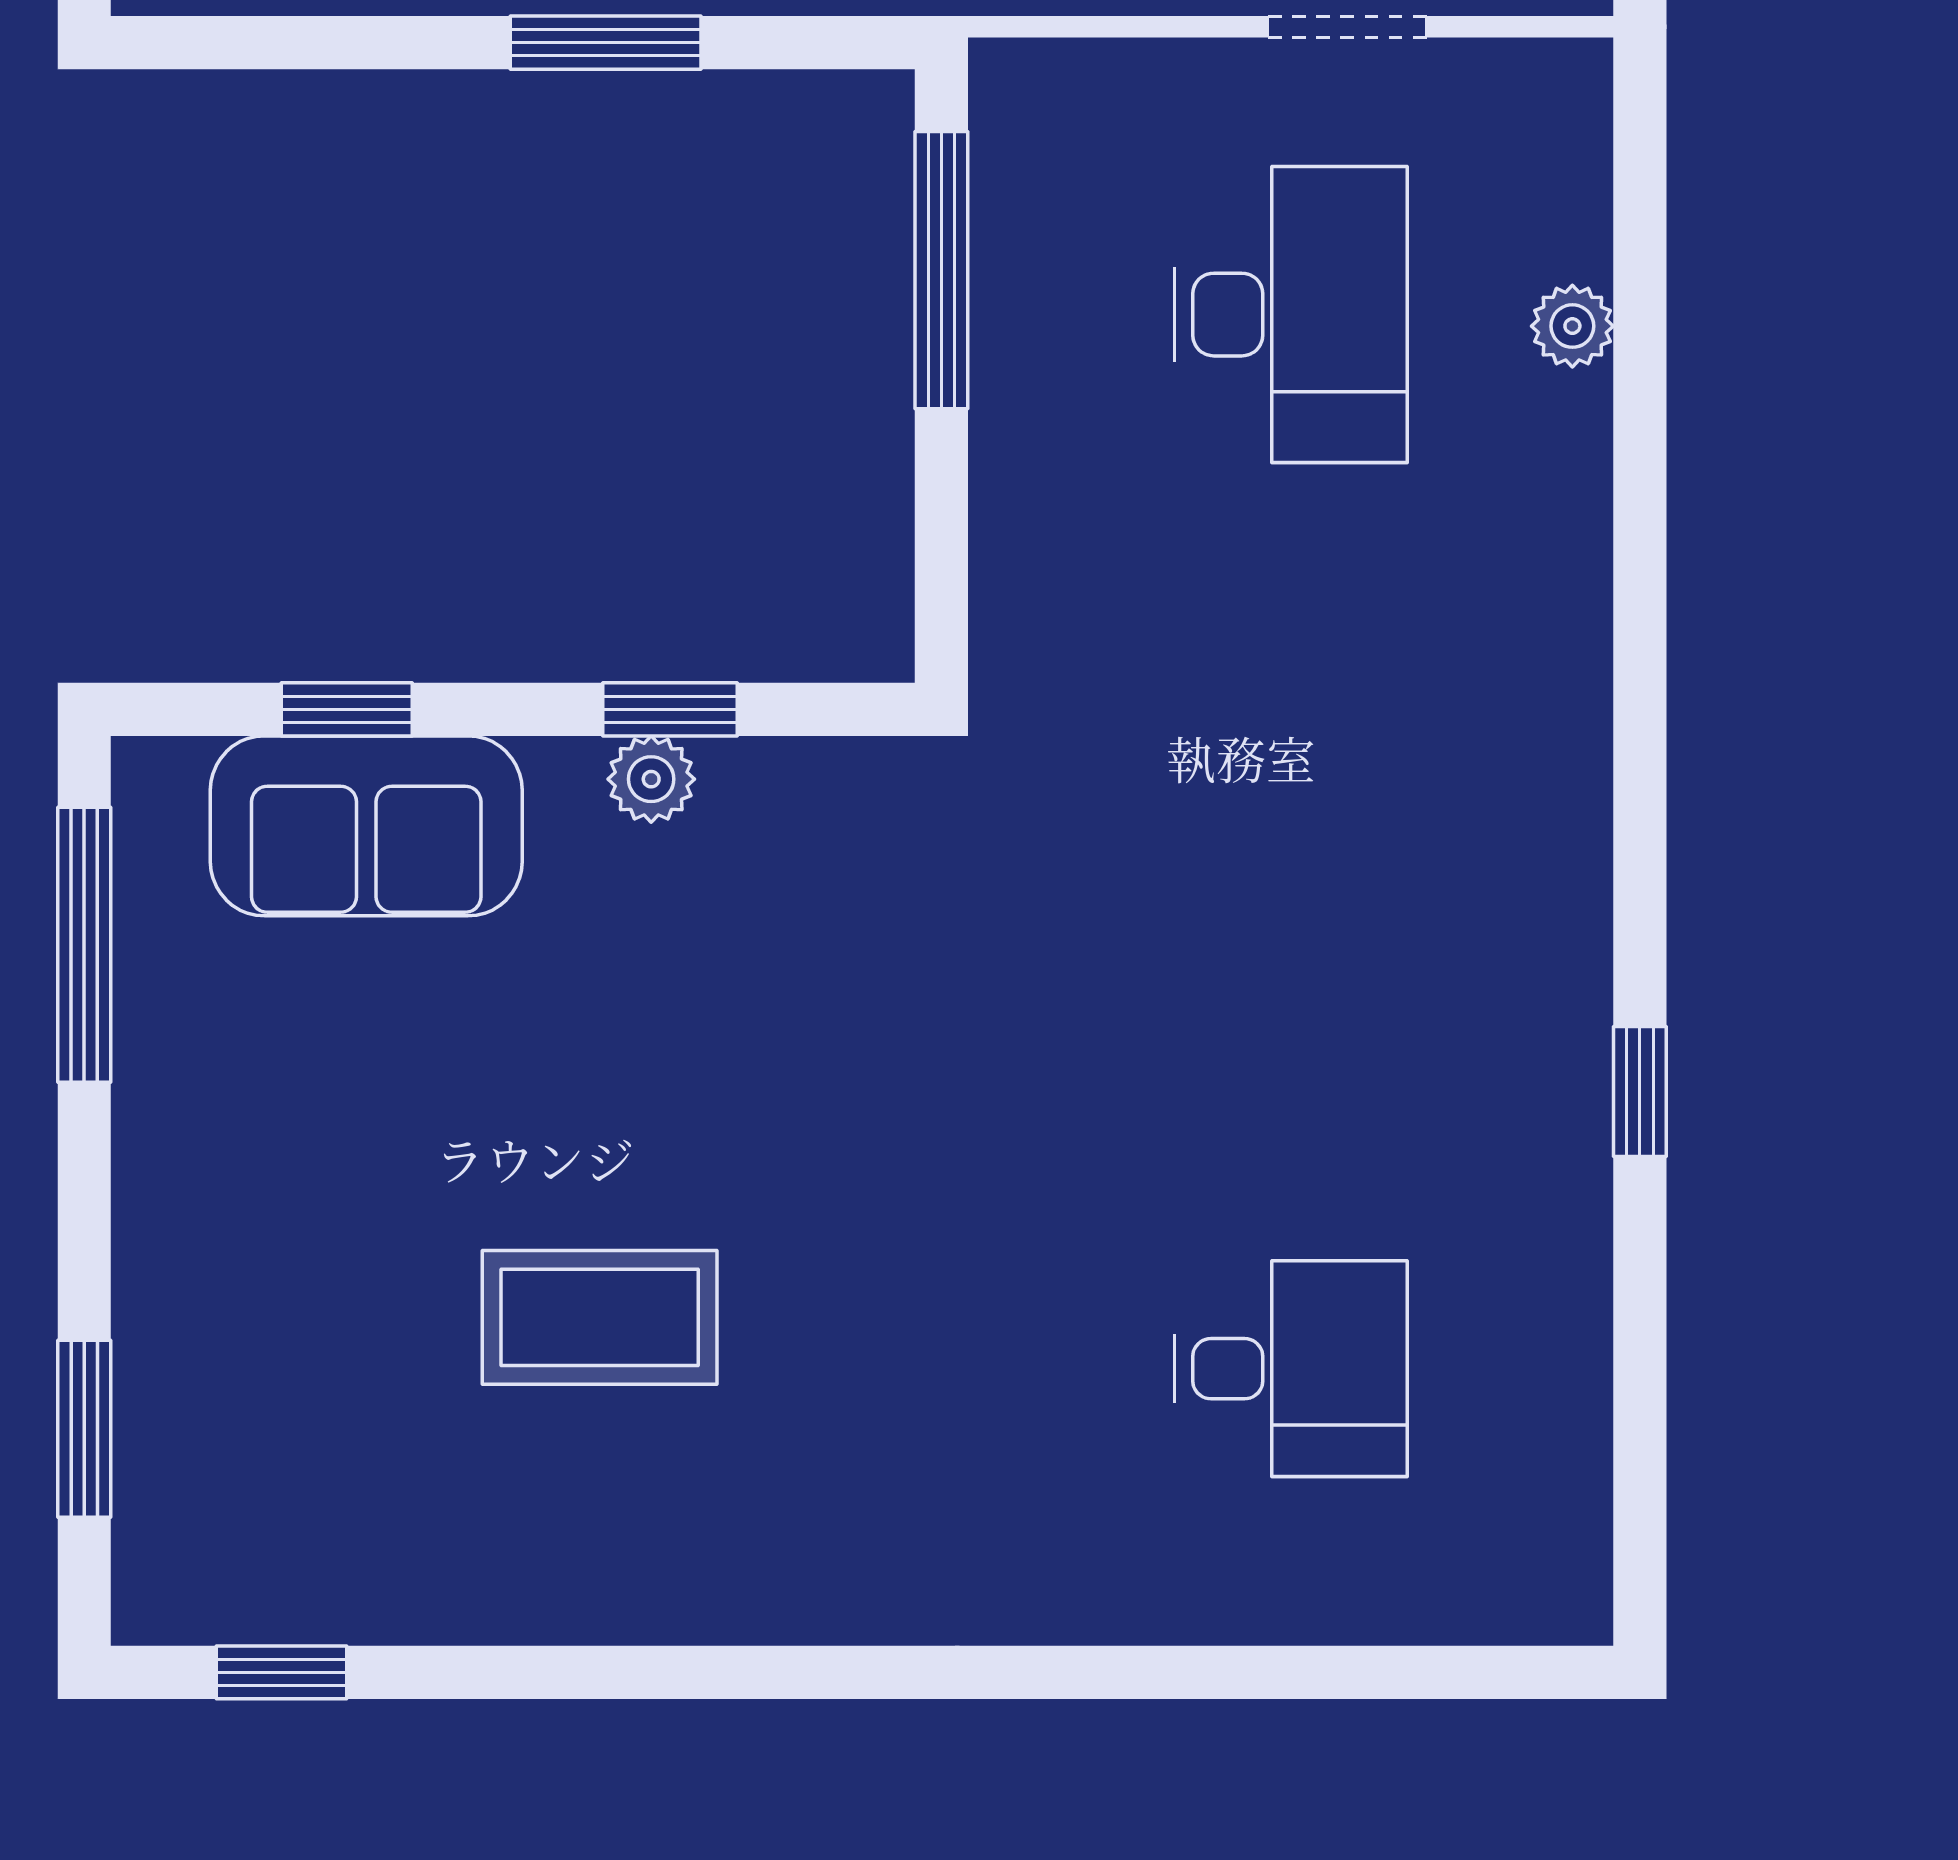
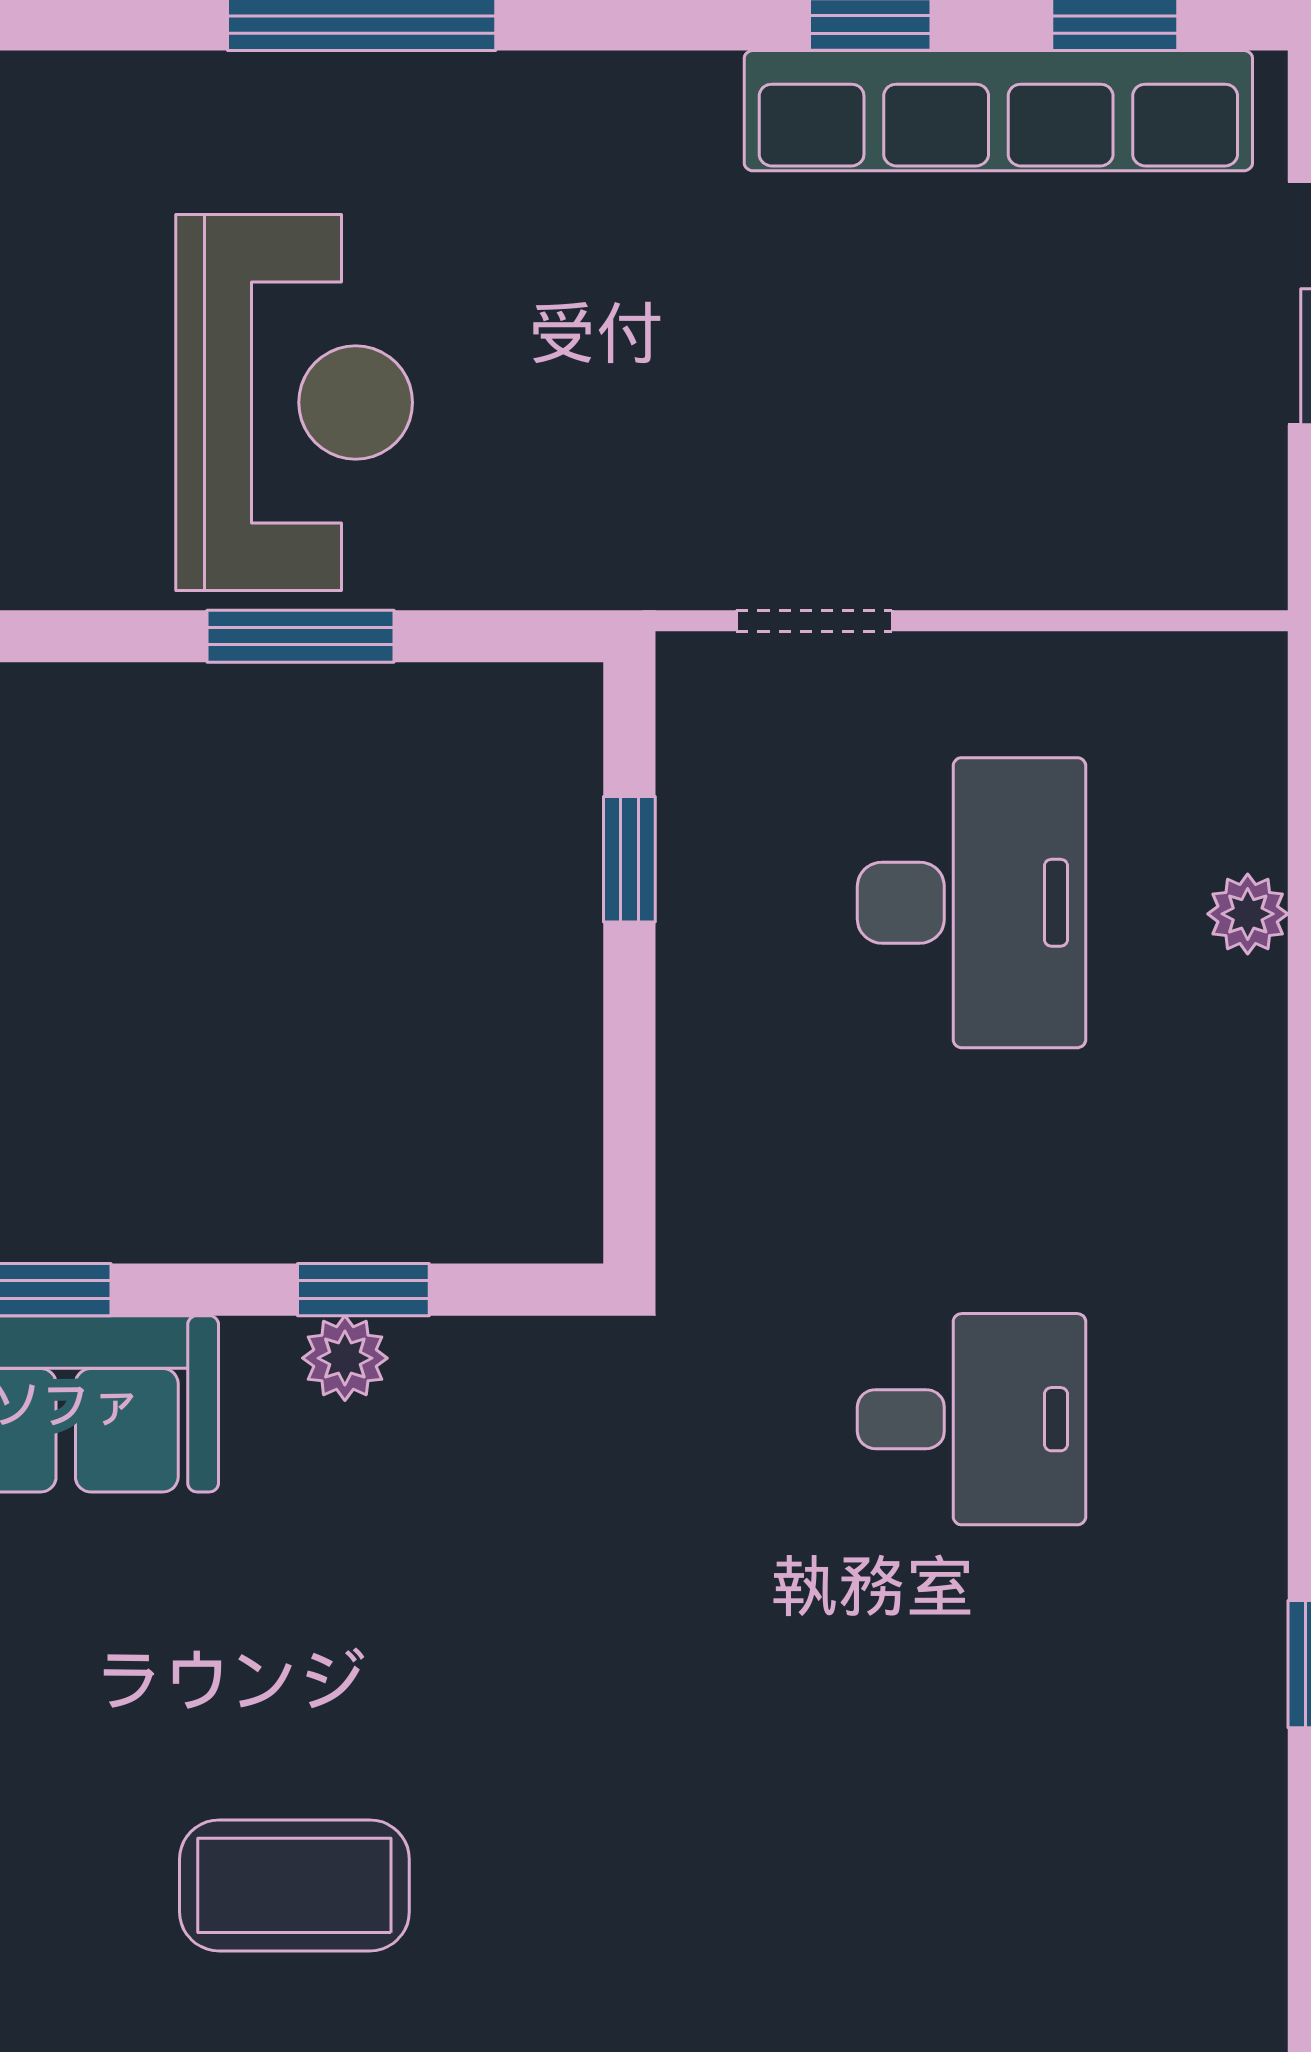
doorway: (1347, 27) -> (814, 621), moved
window: (941, 270) -> (629, 859), width x0.46
desk: (1291, 1369) -> (972, 1419), moved

